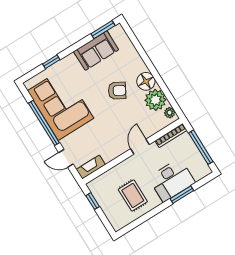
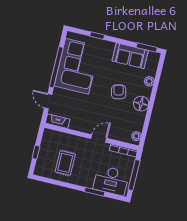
armchair: (117, 91) -> (119, 92), turned -132
plant: (155, 100) -> (149, 81), moved, width x0.53, depth x0.53
desk: (172, 180) -> (111, 180), moved
window: (93, 201) -> (36, 152), moved

